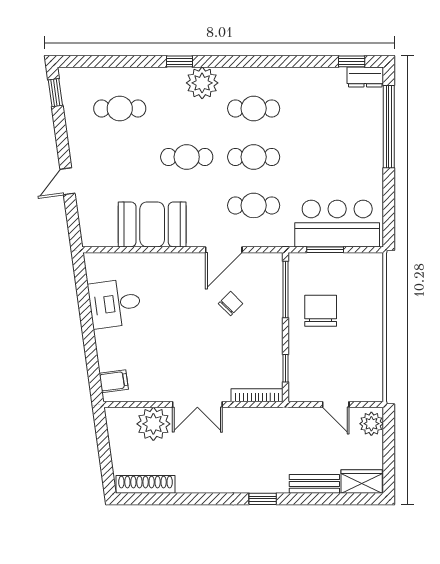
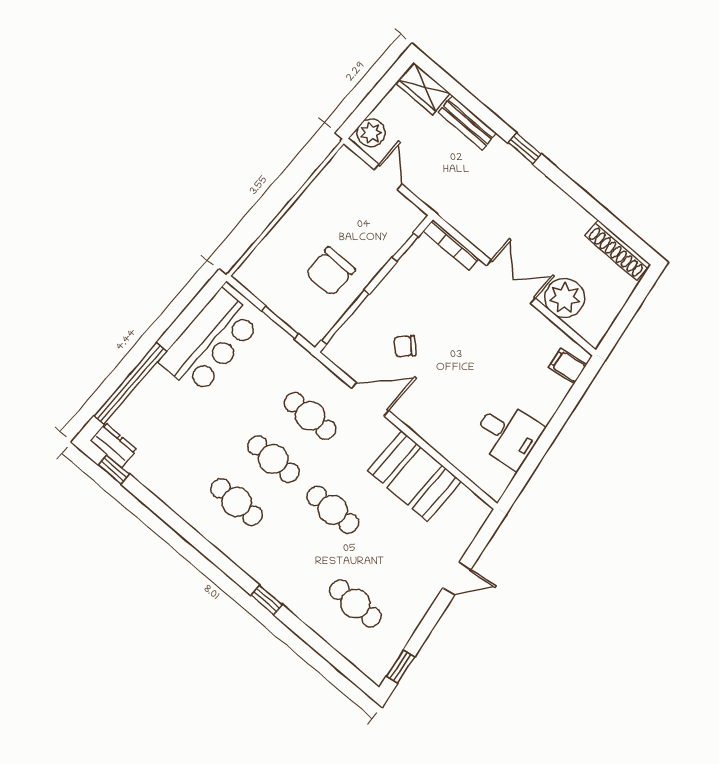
plant: (202, 83) -> (263, 564), removed
bar counter: (337, 224) -> (210, 342), moved, turned -90

